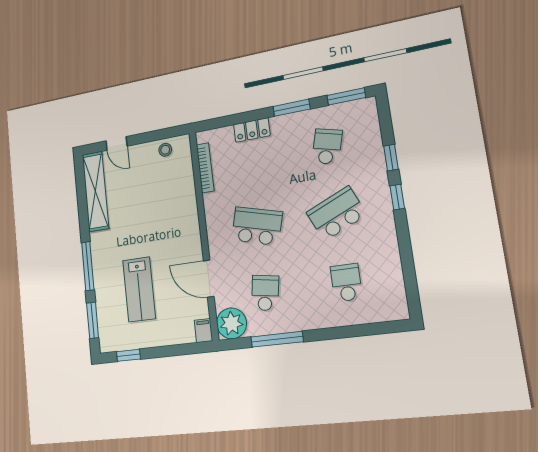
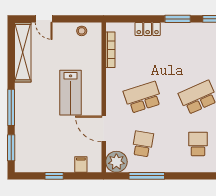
school desk: (327, 147) -> (198, 51), removed
school desk: (257, 226) -> (143, 97), turned -33
lab bench: (139, 289) -> (71, 93), moved
filing cabinet: (204, 331) -> (81, 164), moved
window: (128, 355) -> (54, 176), moved

